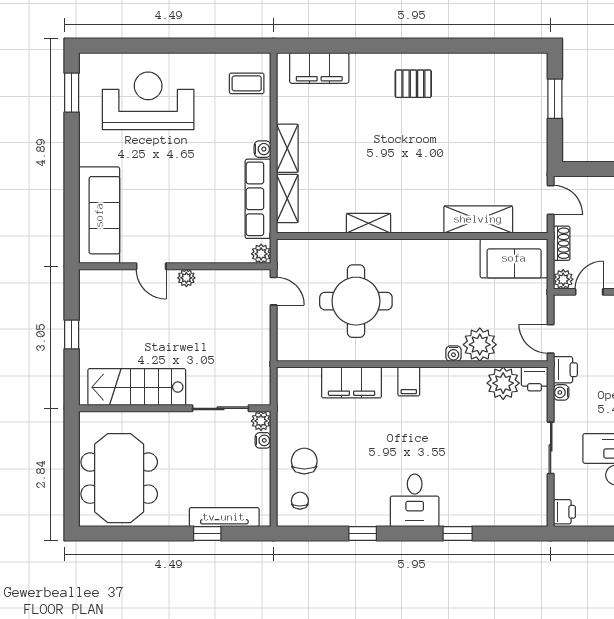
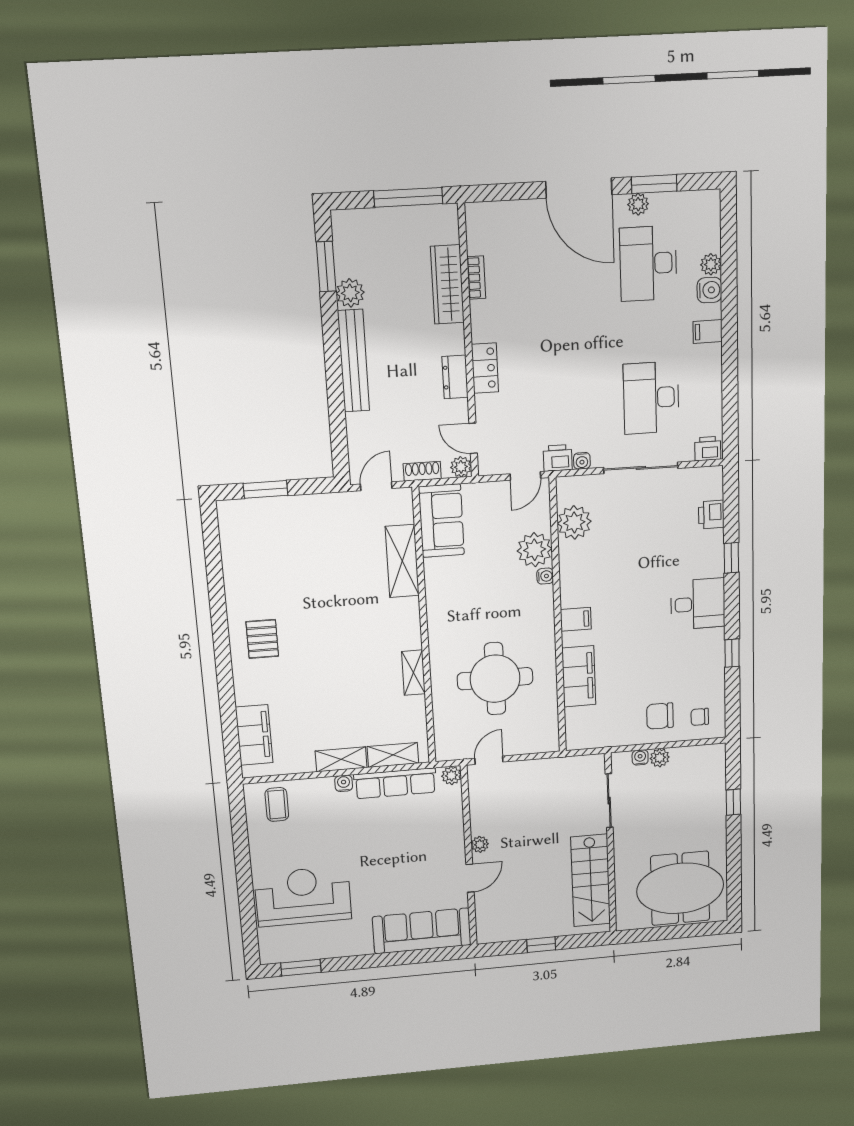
reception desk: (148, 101) -> (303, 896), turned 90
printer: (535, 379) -> (711, 515), moved, turned 180
plant: (261, 421) -> (660, 758), moved
sliding door: (551, 448) -> (641, 468), width x1.37
tv unit: (224, 517) -> (717, 788), removed

